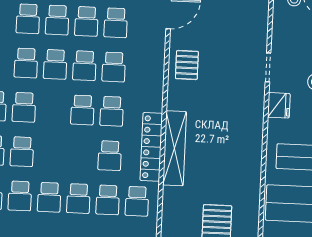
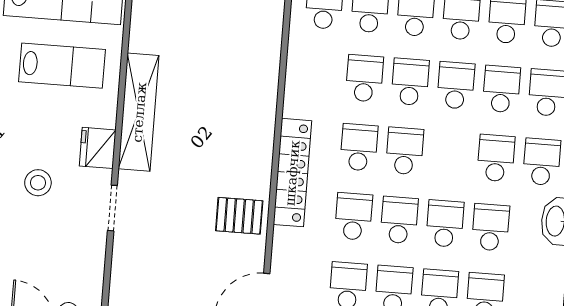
pallet: (187, 65) -> (239, 216), turned 90
locker: (151, 147) -> (292, 173), moved
shelving: (175, 148) -> (139, 112), moved
school desk: (51, 153) -> (456, 85), added
school desk: (80, 154) -> (410, 82), added

